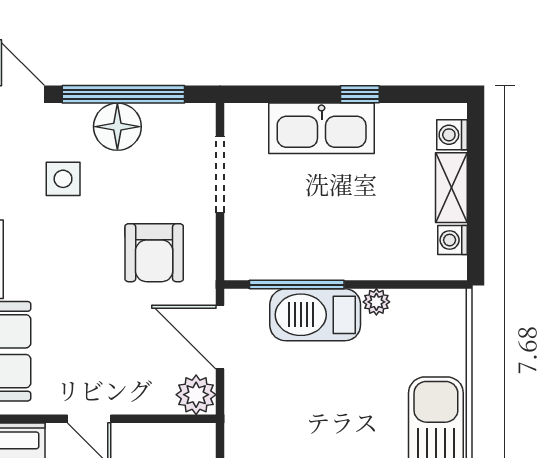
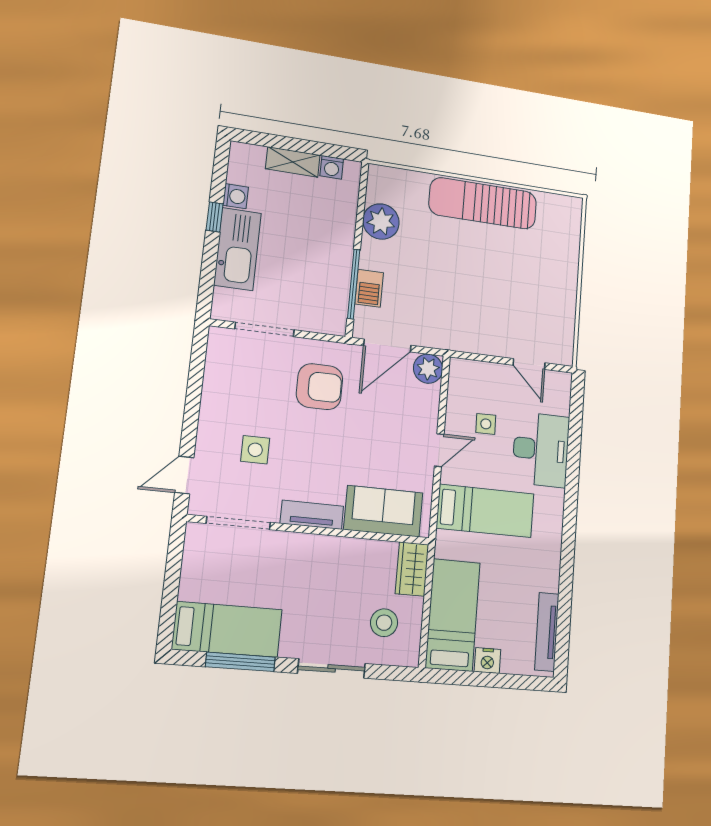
window: (123, 94) -> (194, 395), removed
floor lamp: (117, 127) -> (219, 403), removed
washing machine: (452, 135) -> (236, 196), moved, turned -90
plant: (376, 302) -> (381, 222), width x1.87, depth x1.87
barbecue: (315, 315) -> (369, 288), width x0.53, depth x0.65

